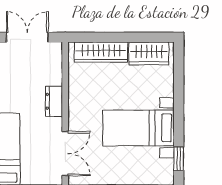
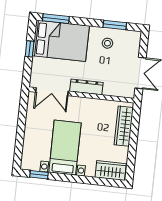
wardrobe: (149, 53) -> (111, 170), moved, turned 90
dresser: (54, 101) -> (86, 87), width x1.44

